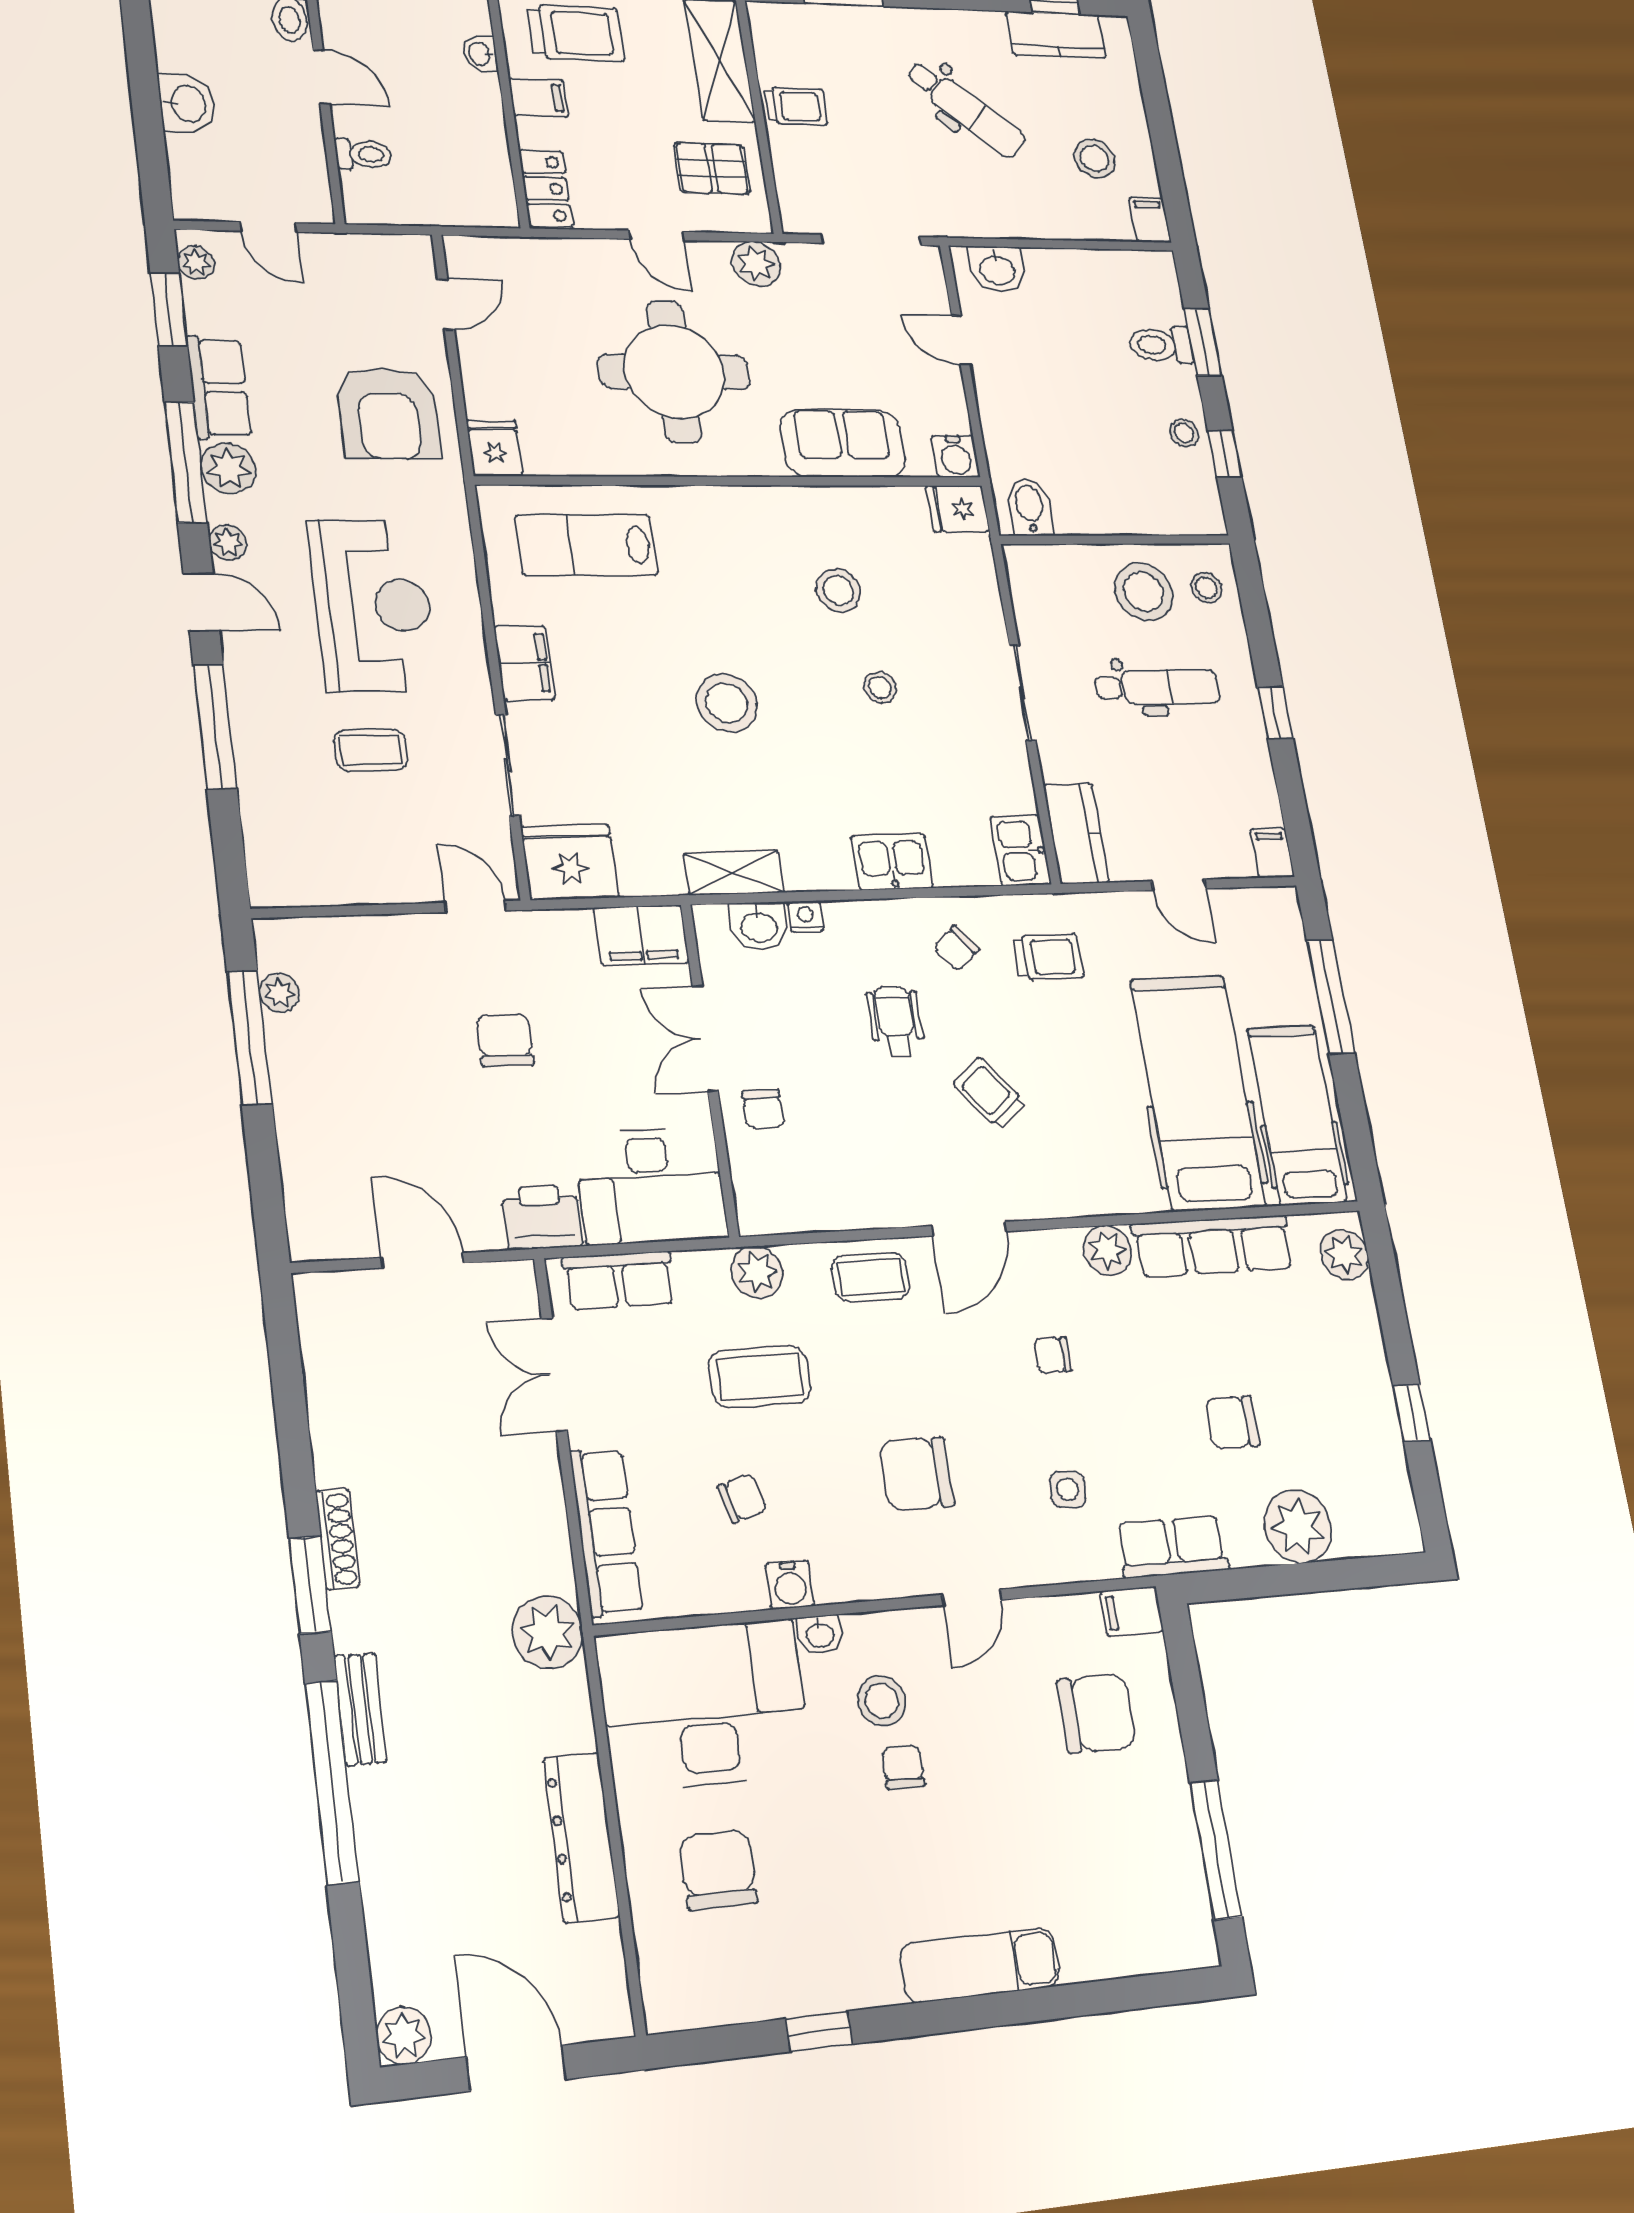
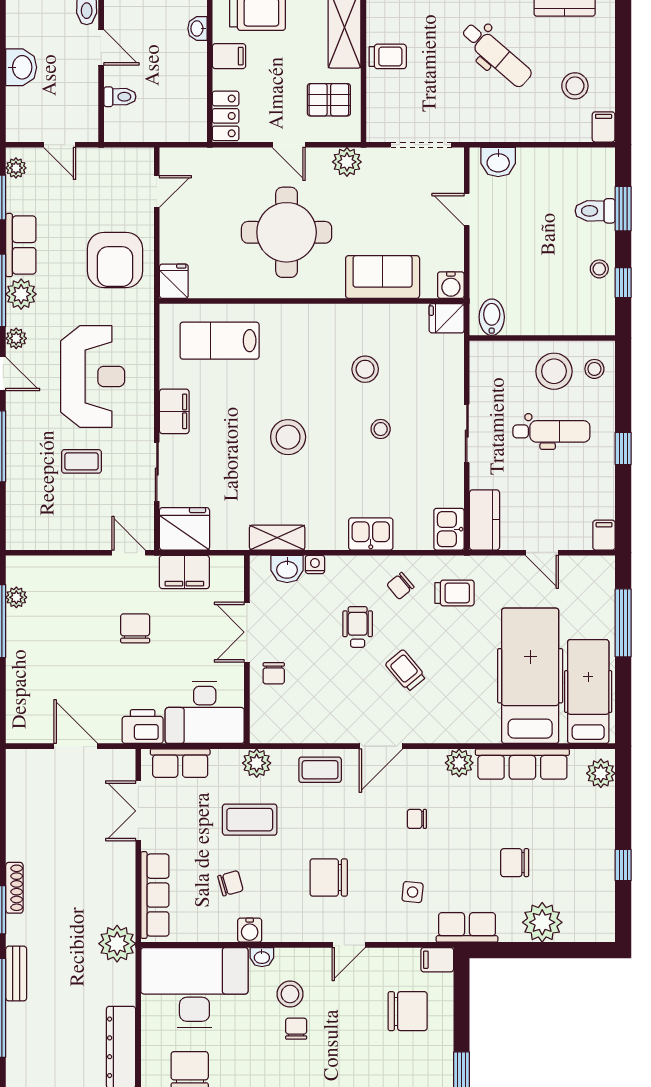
filing cabinet: (641, 935) -> (184, 572), moved

